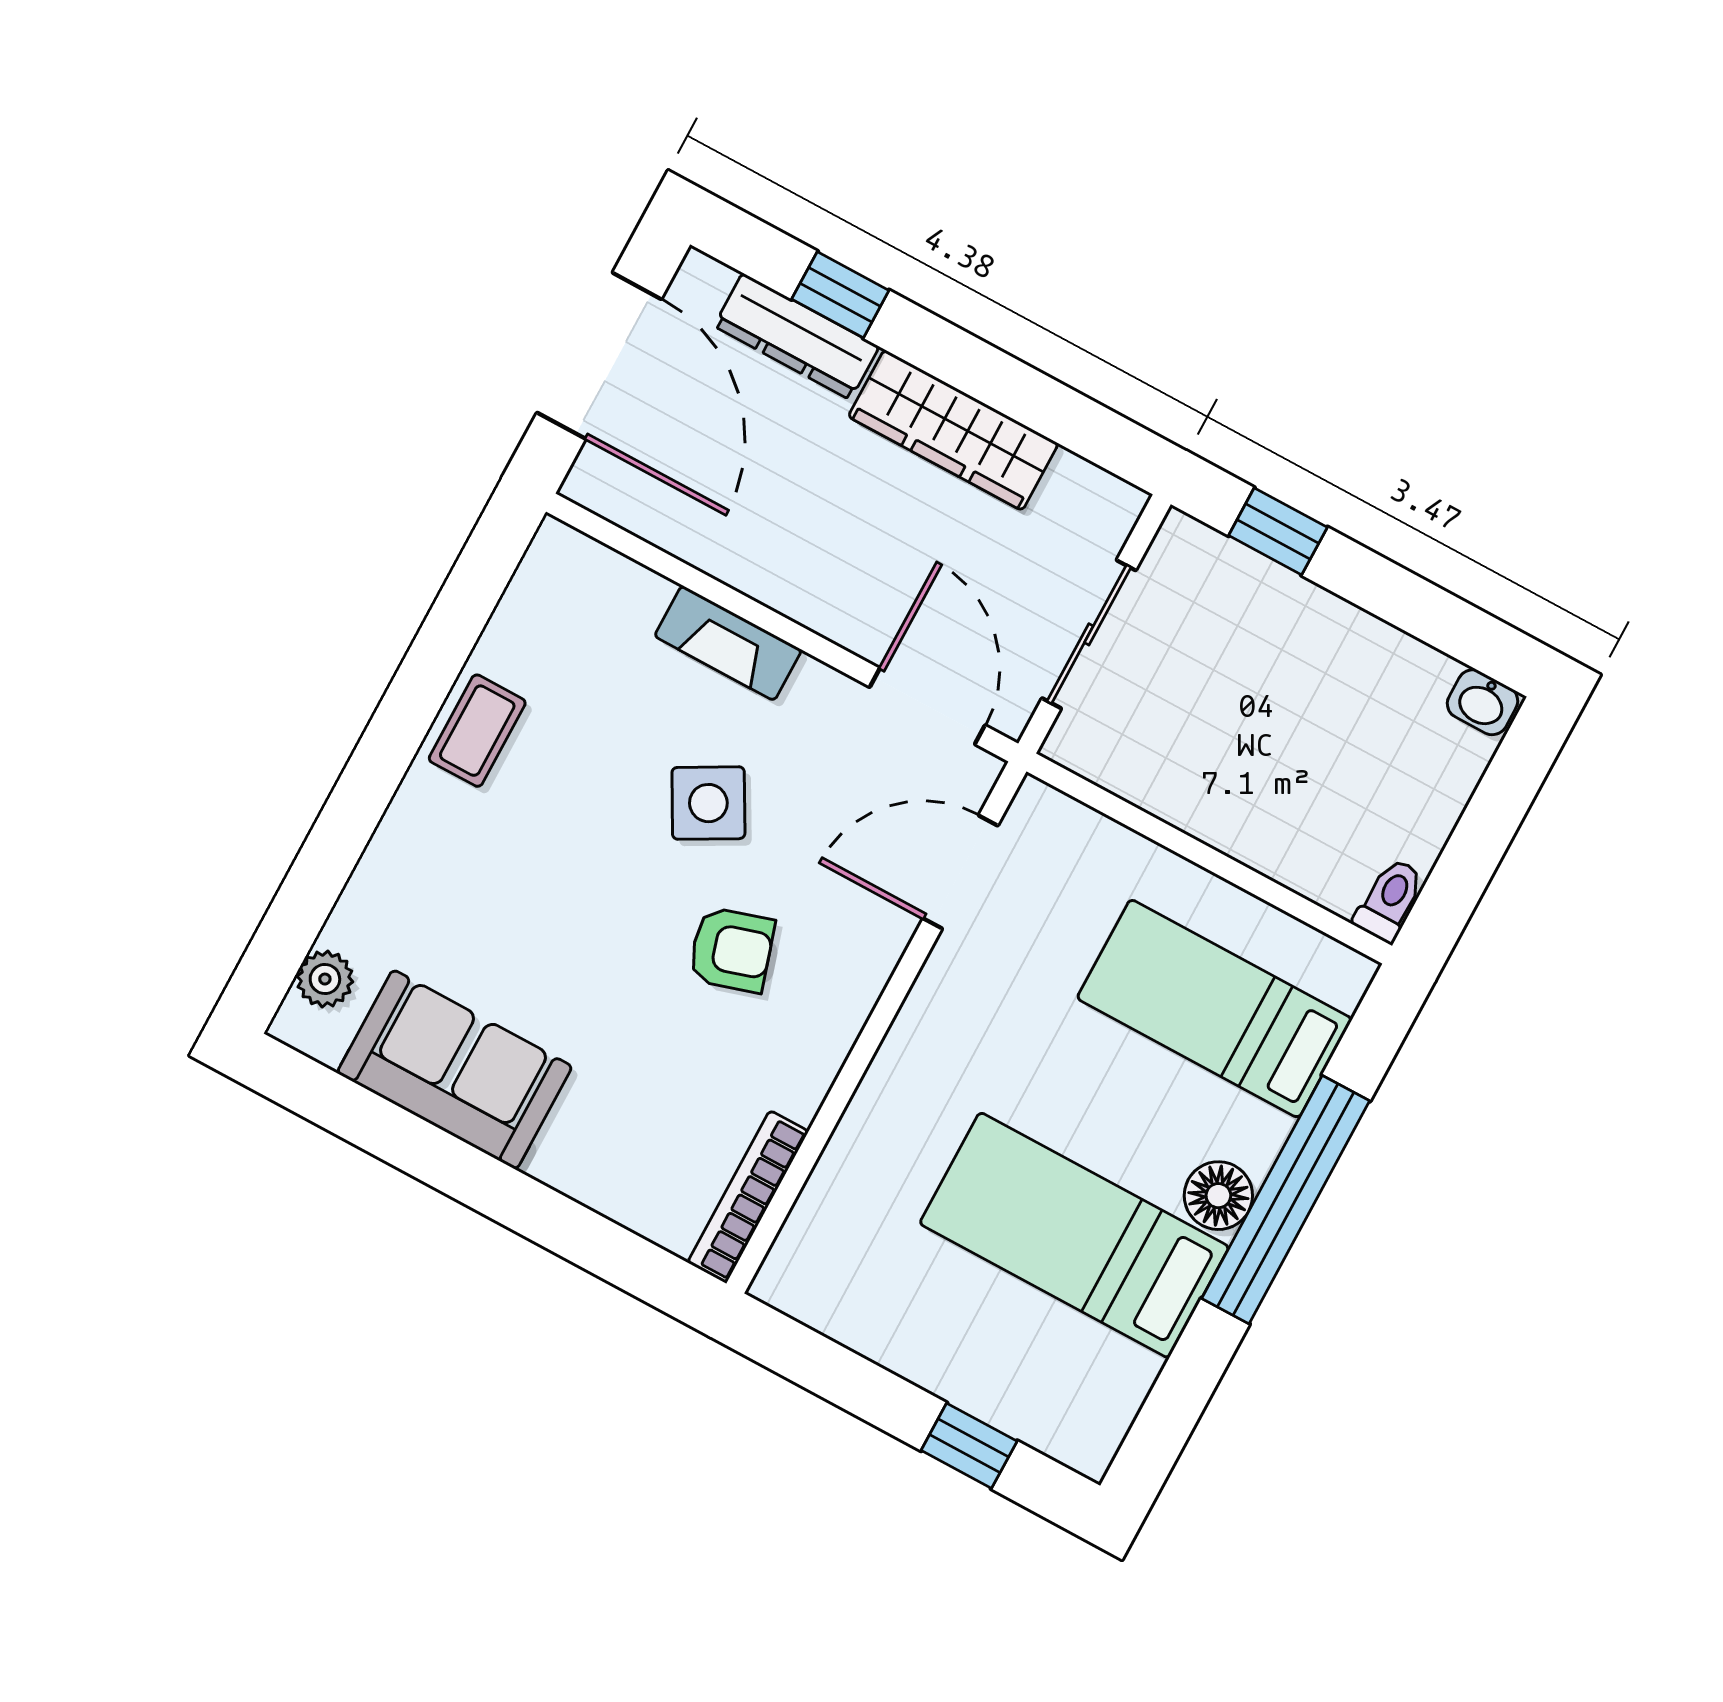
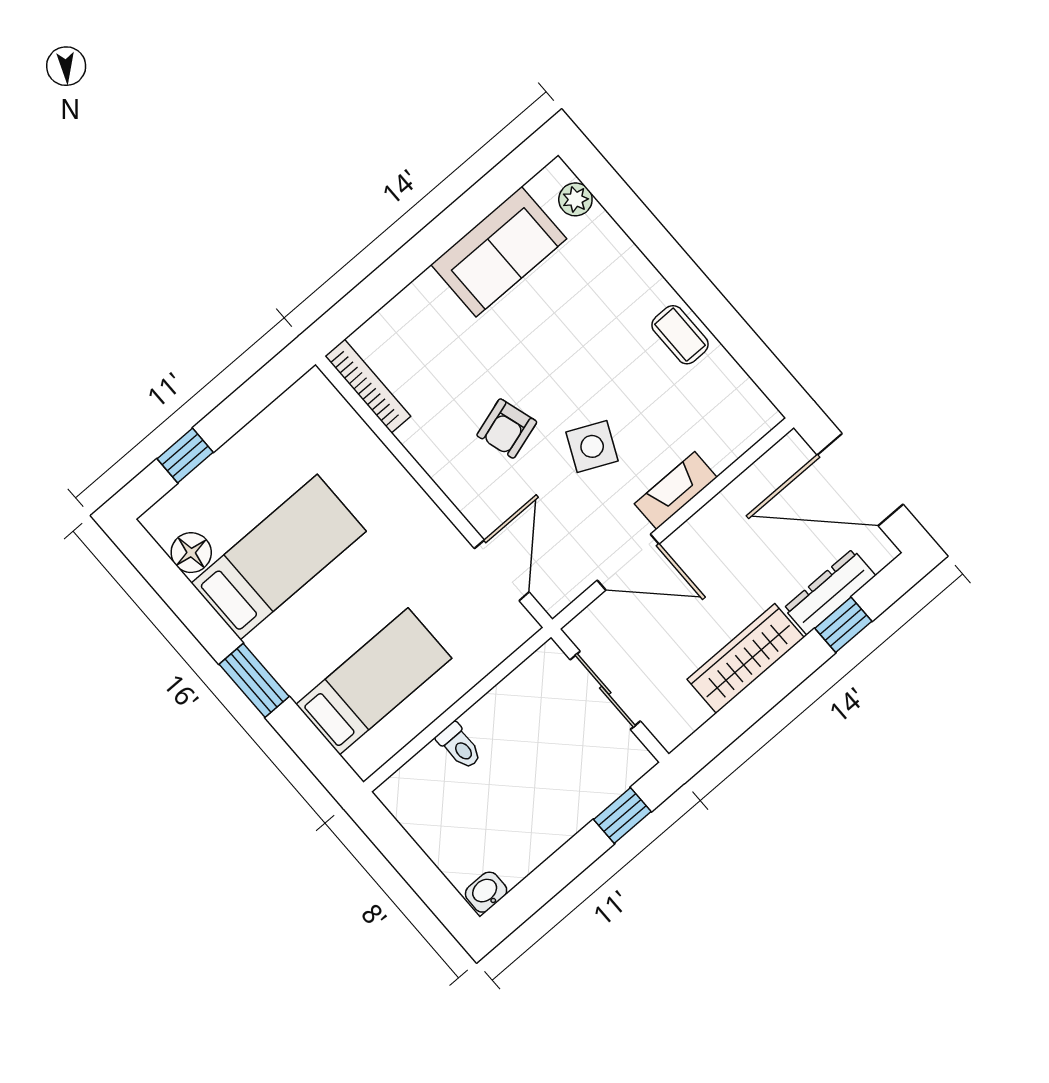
door: (927, 706) -> (628, 562), moved
side table: (708, 803) -> (592, 446), turned -36
toilet: (1390, 900) -> (459, 746), moved
floor lamp: (1218, 1196) -> (191, 553), moved
window: (1286, 1200) -> (254, 680), width x0.47

